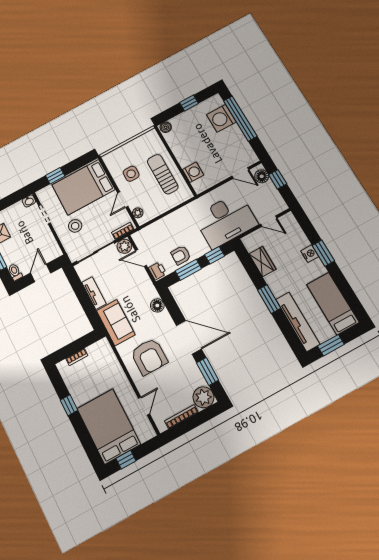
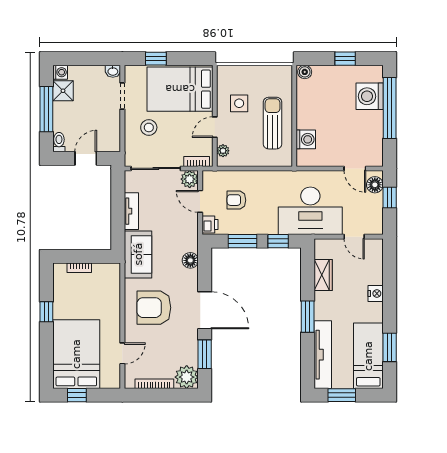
window: (323, 253) -> (390, 347), moved
armchair: (181, 255) -> (236, 200), moved
armchair: (149, 357) -> (154, 308), turned 90

